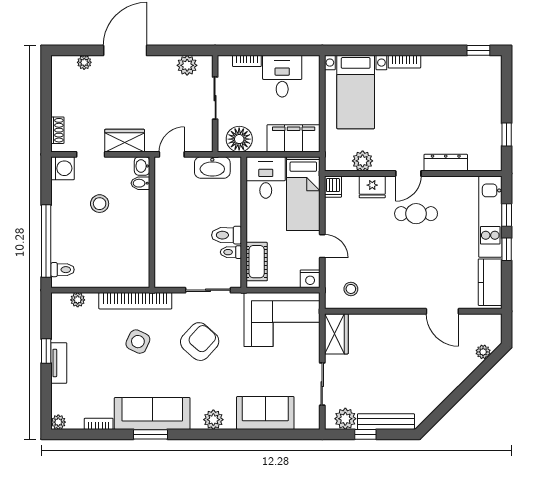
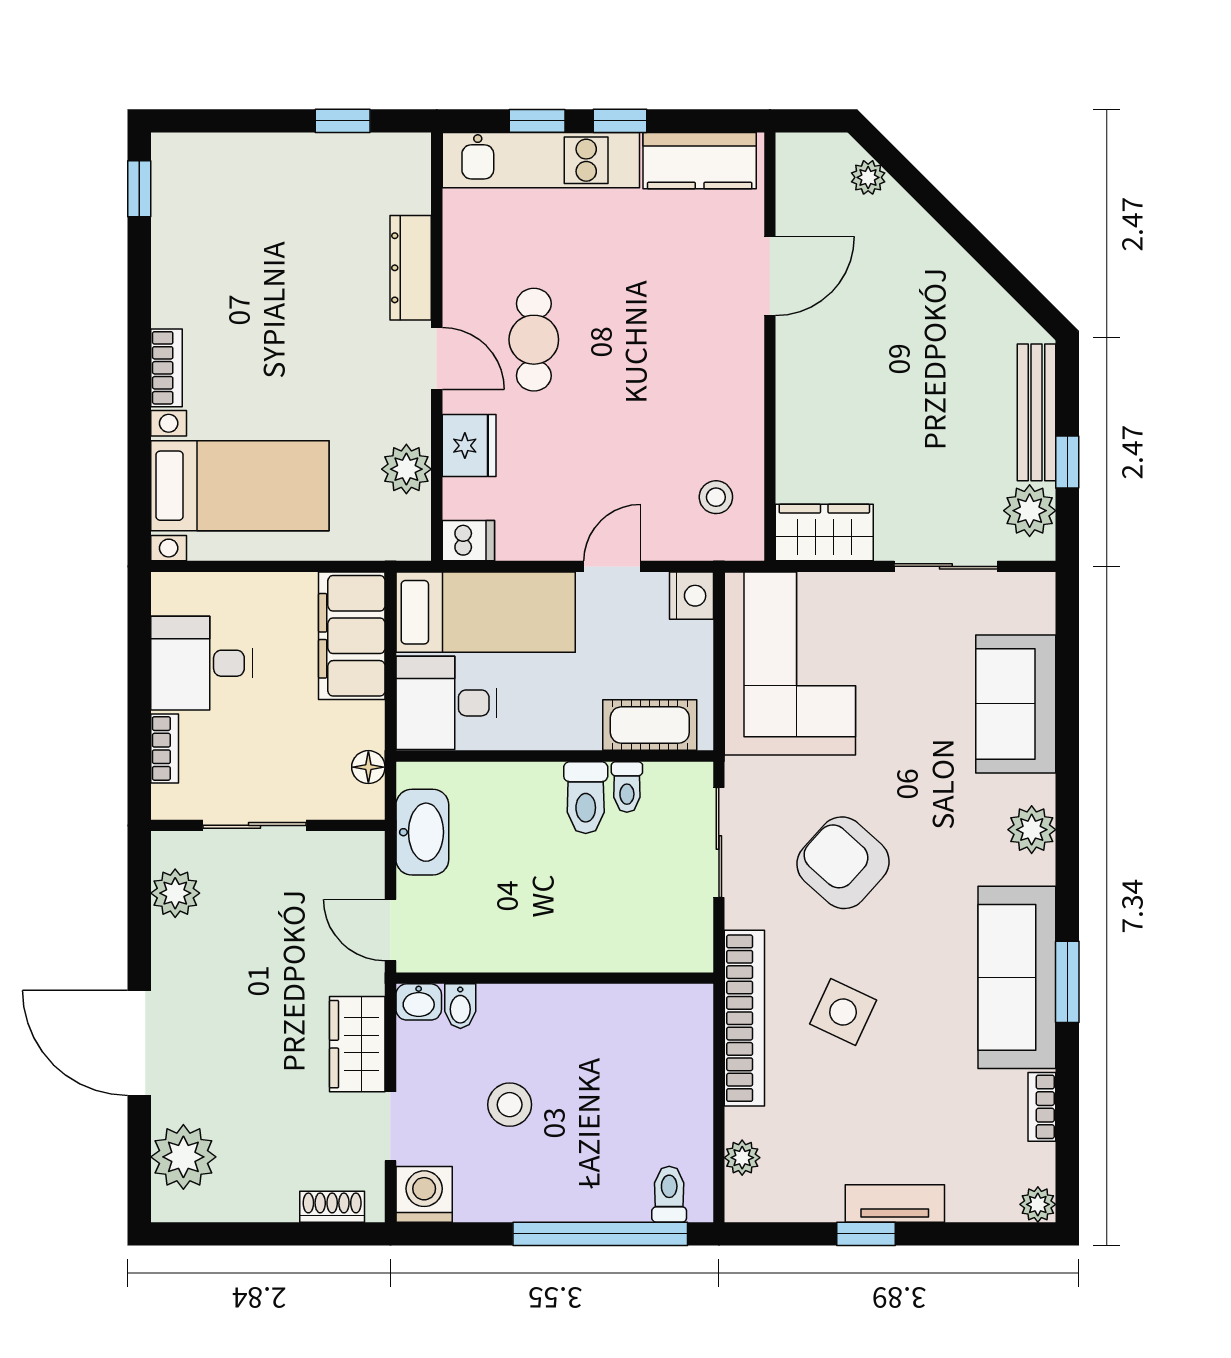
plant: (84, 62) -> (183, 1157), width x1.88, depth x1.88
floor lamp: (239, 139) -> (368, 767), width x0.53, depth x0.53

